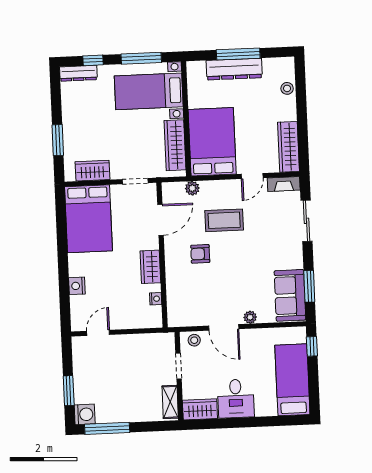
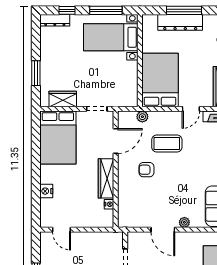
wardrobe: (175, 145) -> (130, 81), removed
wardrobe: (150, 267) -> (106, 178), width x1.50
door: (98, 333) -> (62, 230), swing flipped
stool: (194, 340) -> (139, 239), removed

